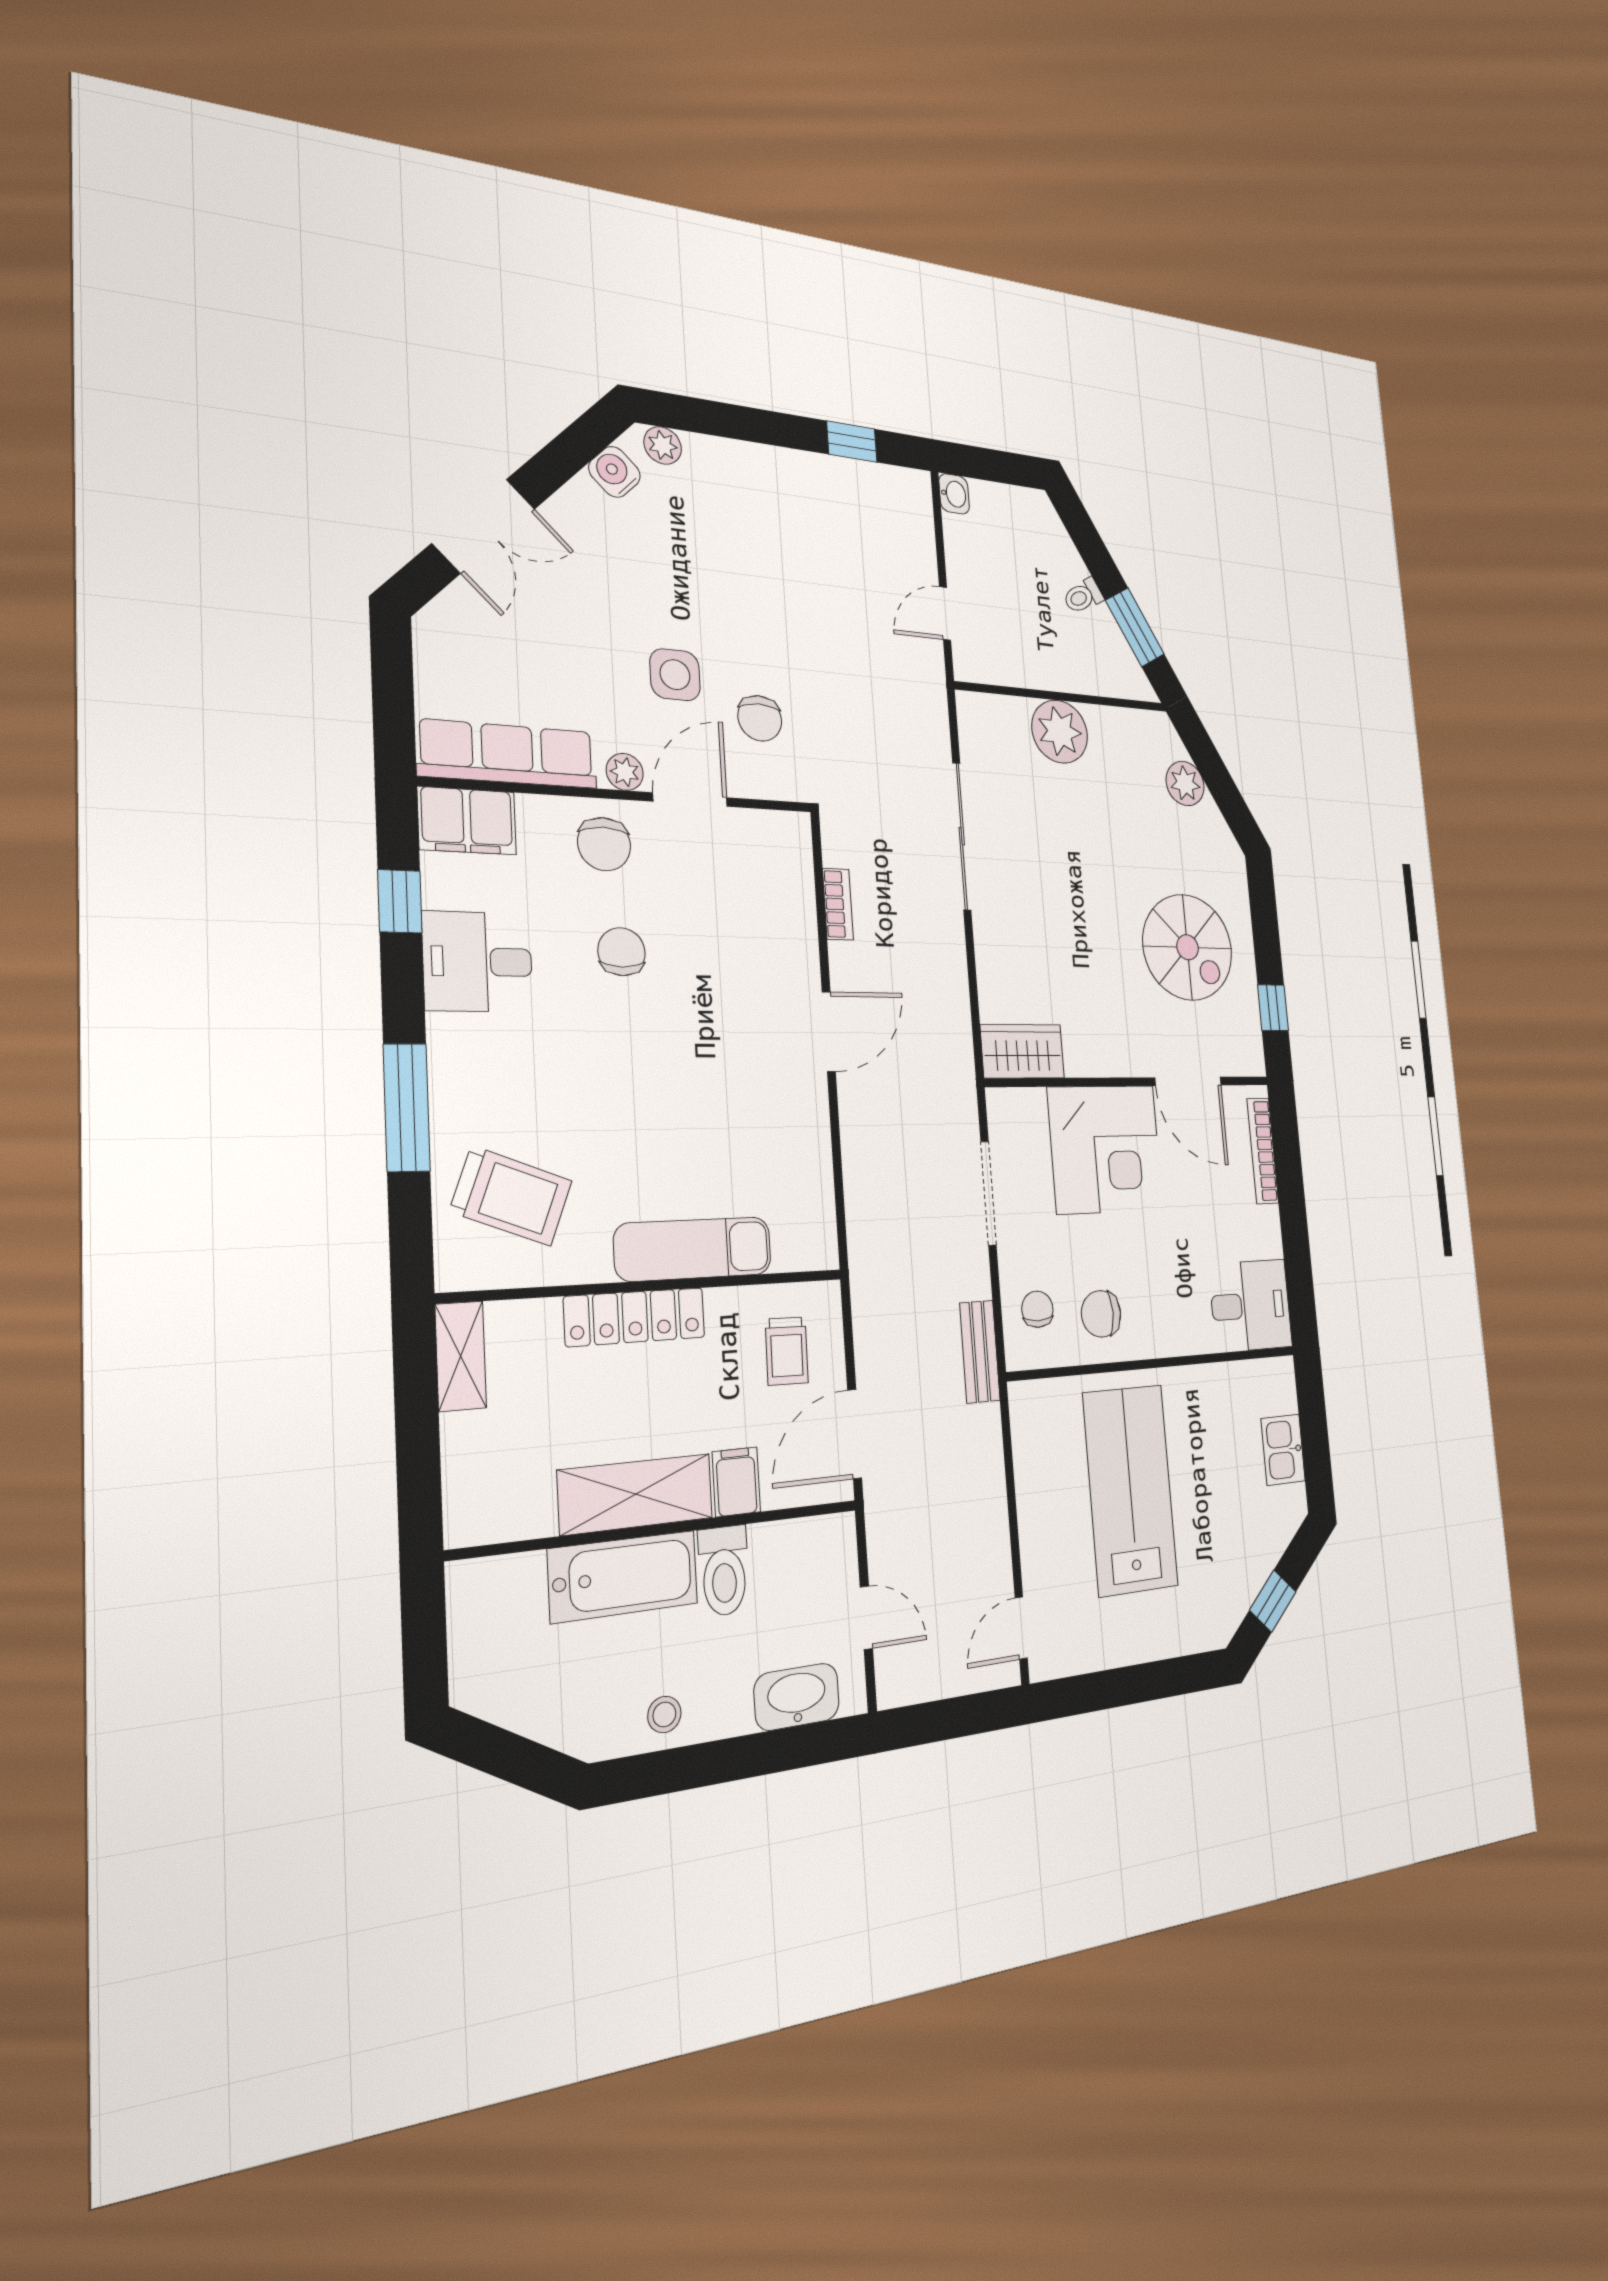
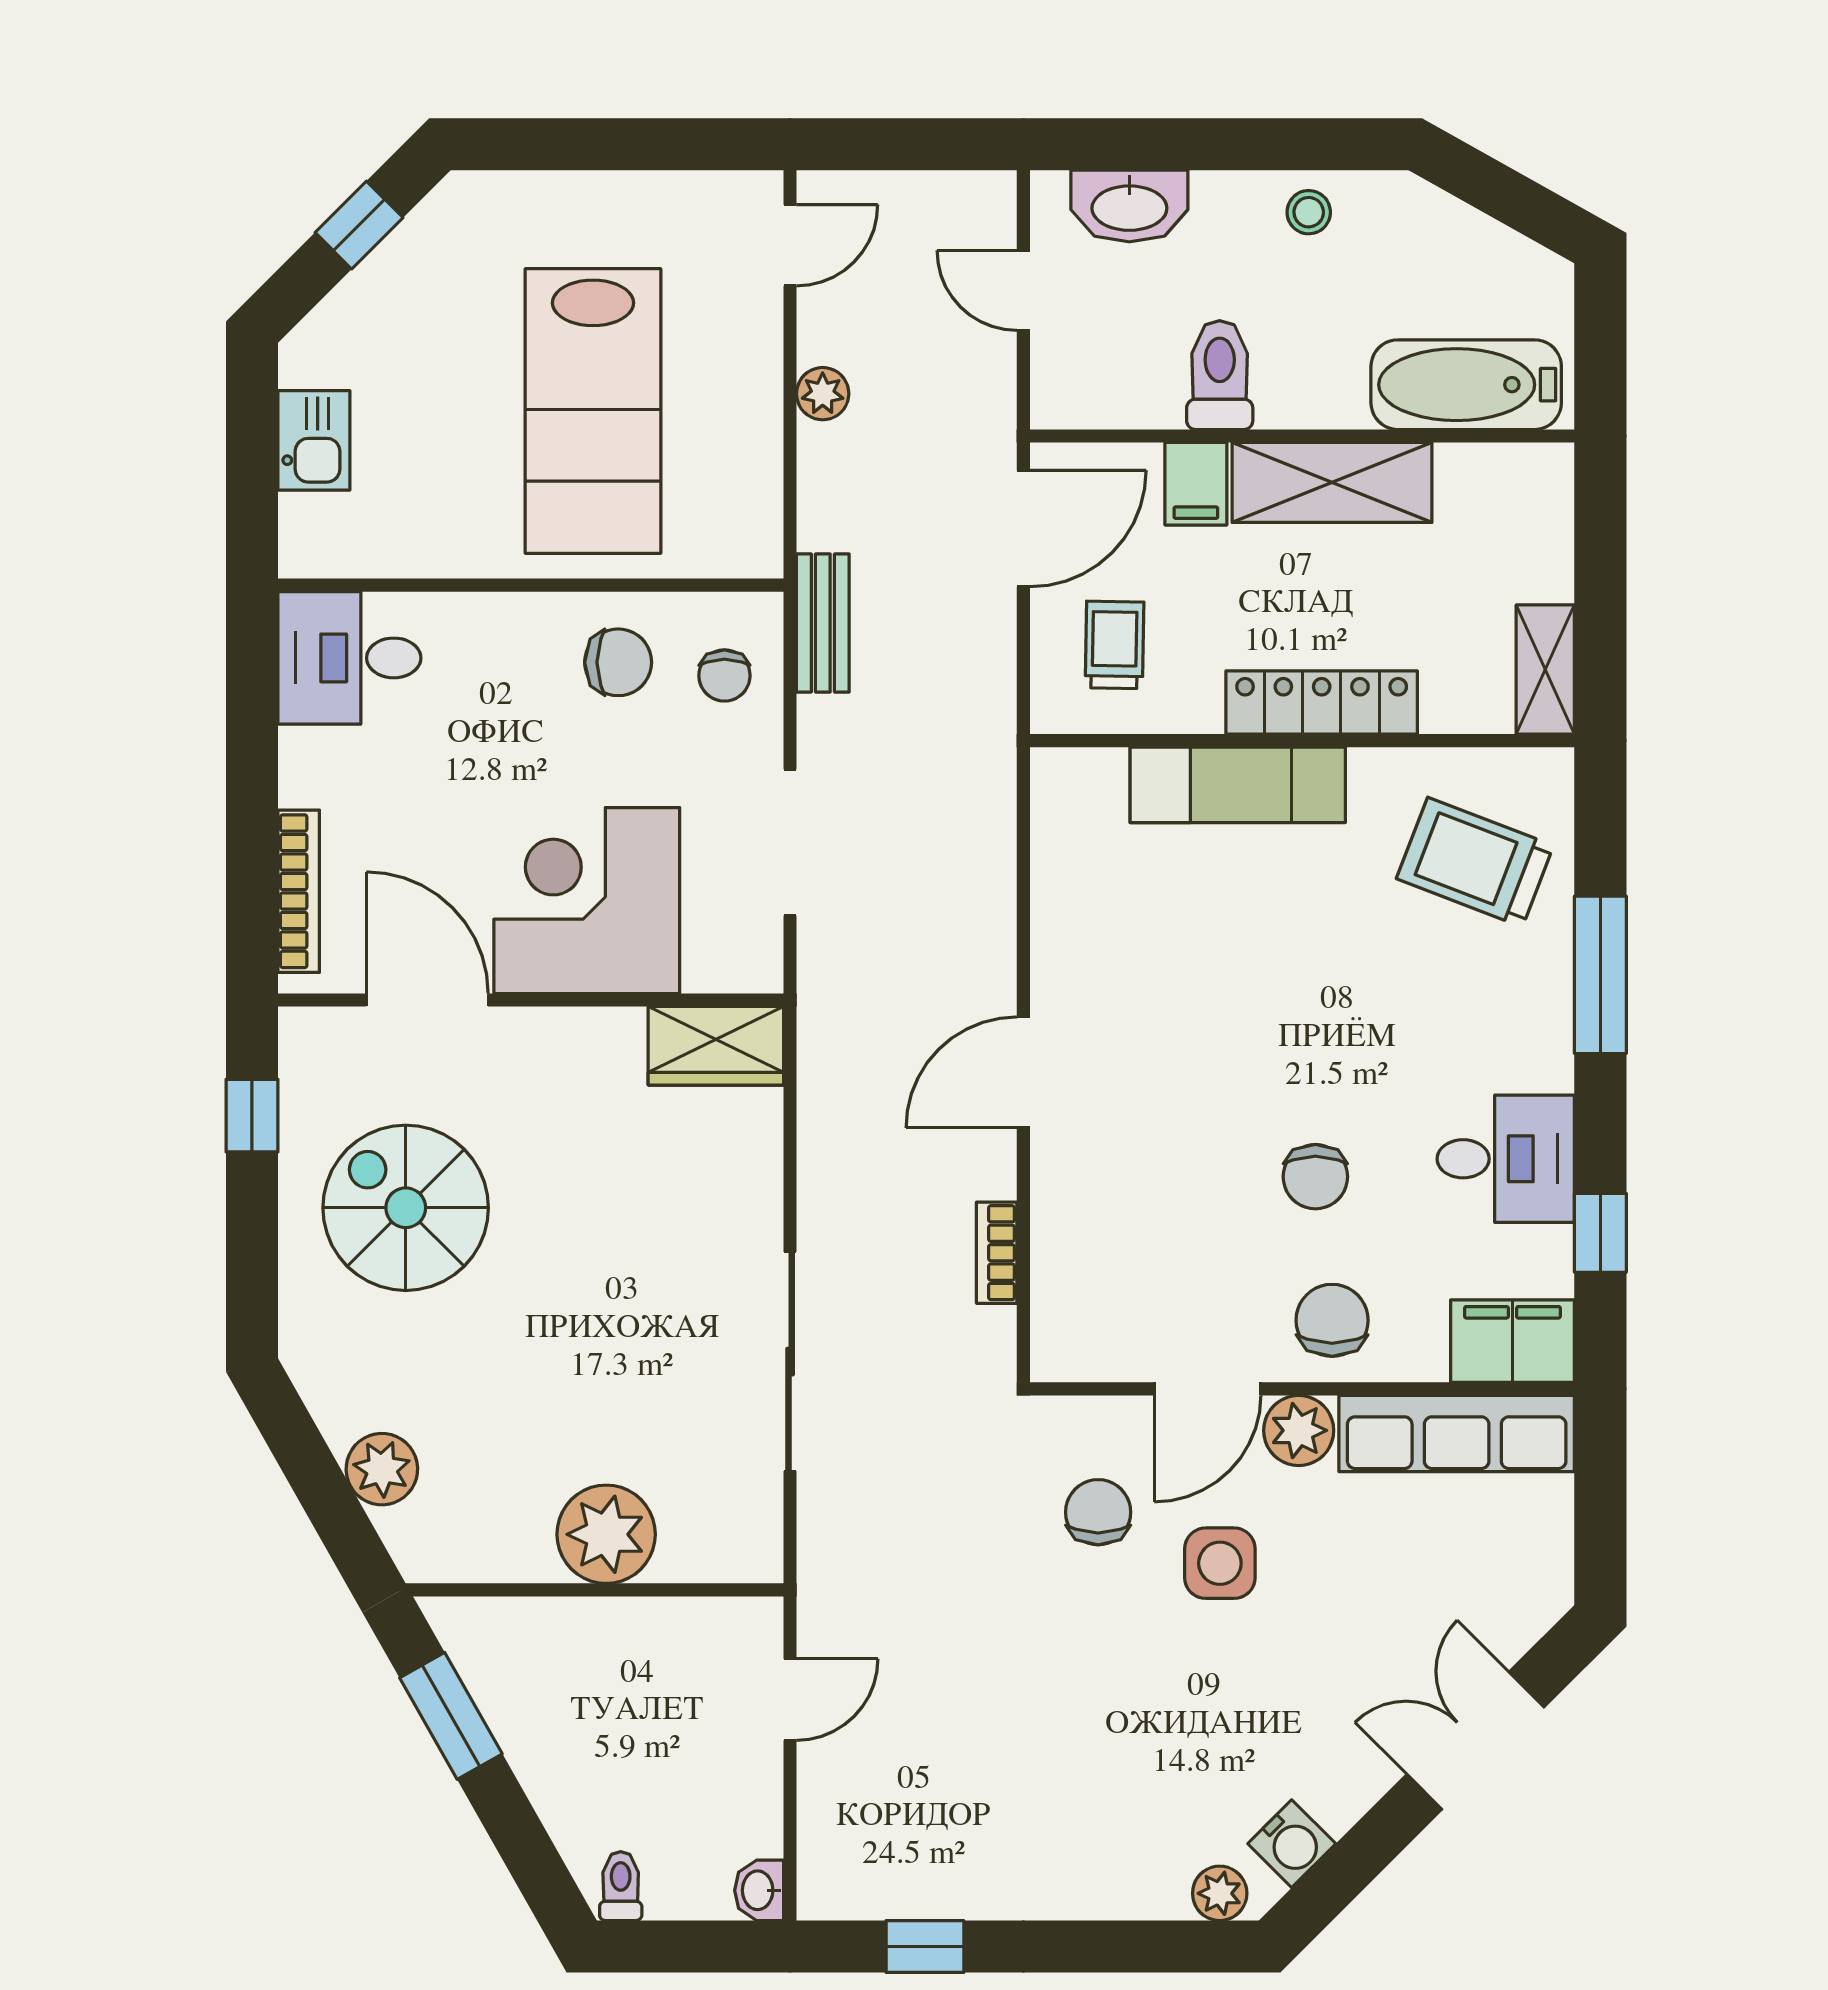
toilet: (1083, 596) -> (621, 1886), moved, turned -60
plant: (625, 772) -> (1299, 1430), width x1.38, depth x1.38
plant: (992, 1520) -> (823, 394), added
bathtub: (623, 1576) -> (1466, 385), moved

